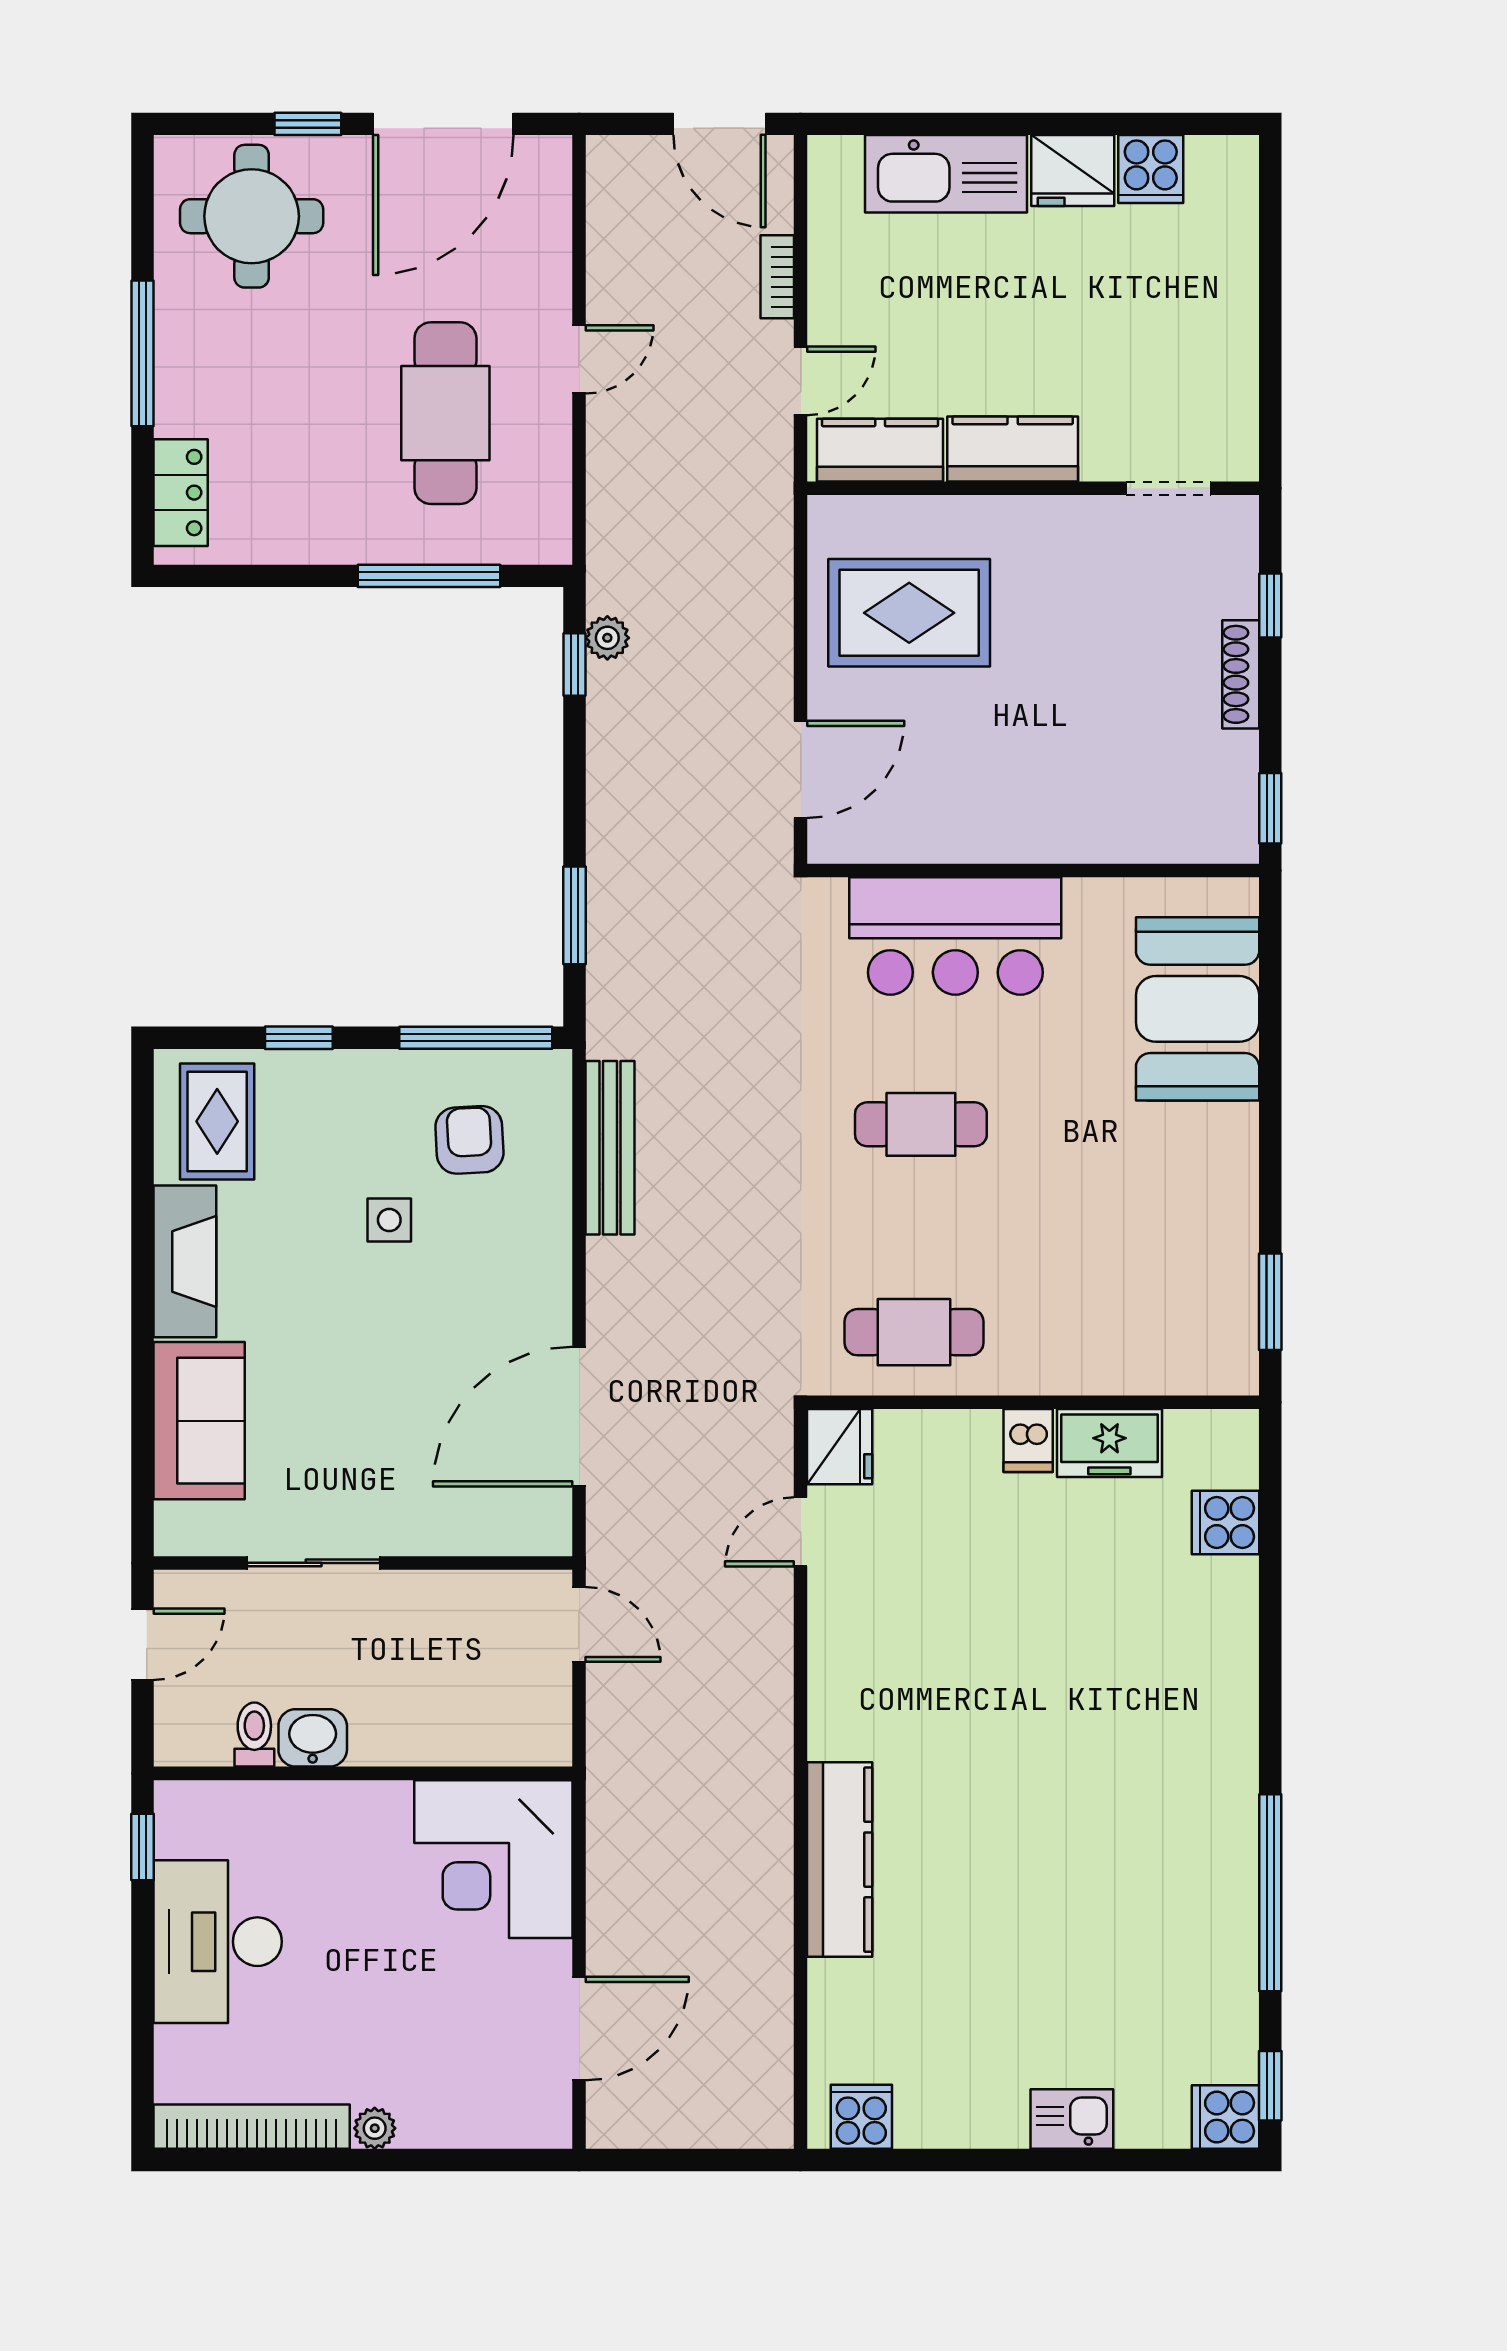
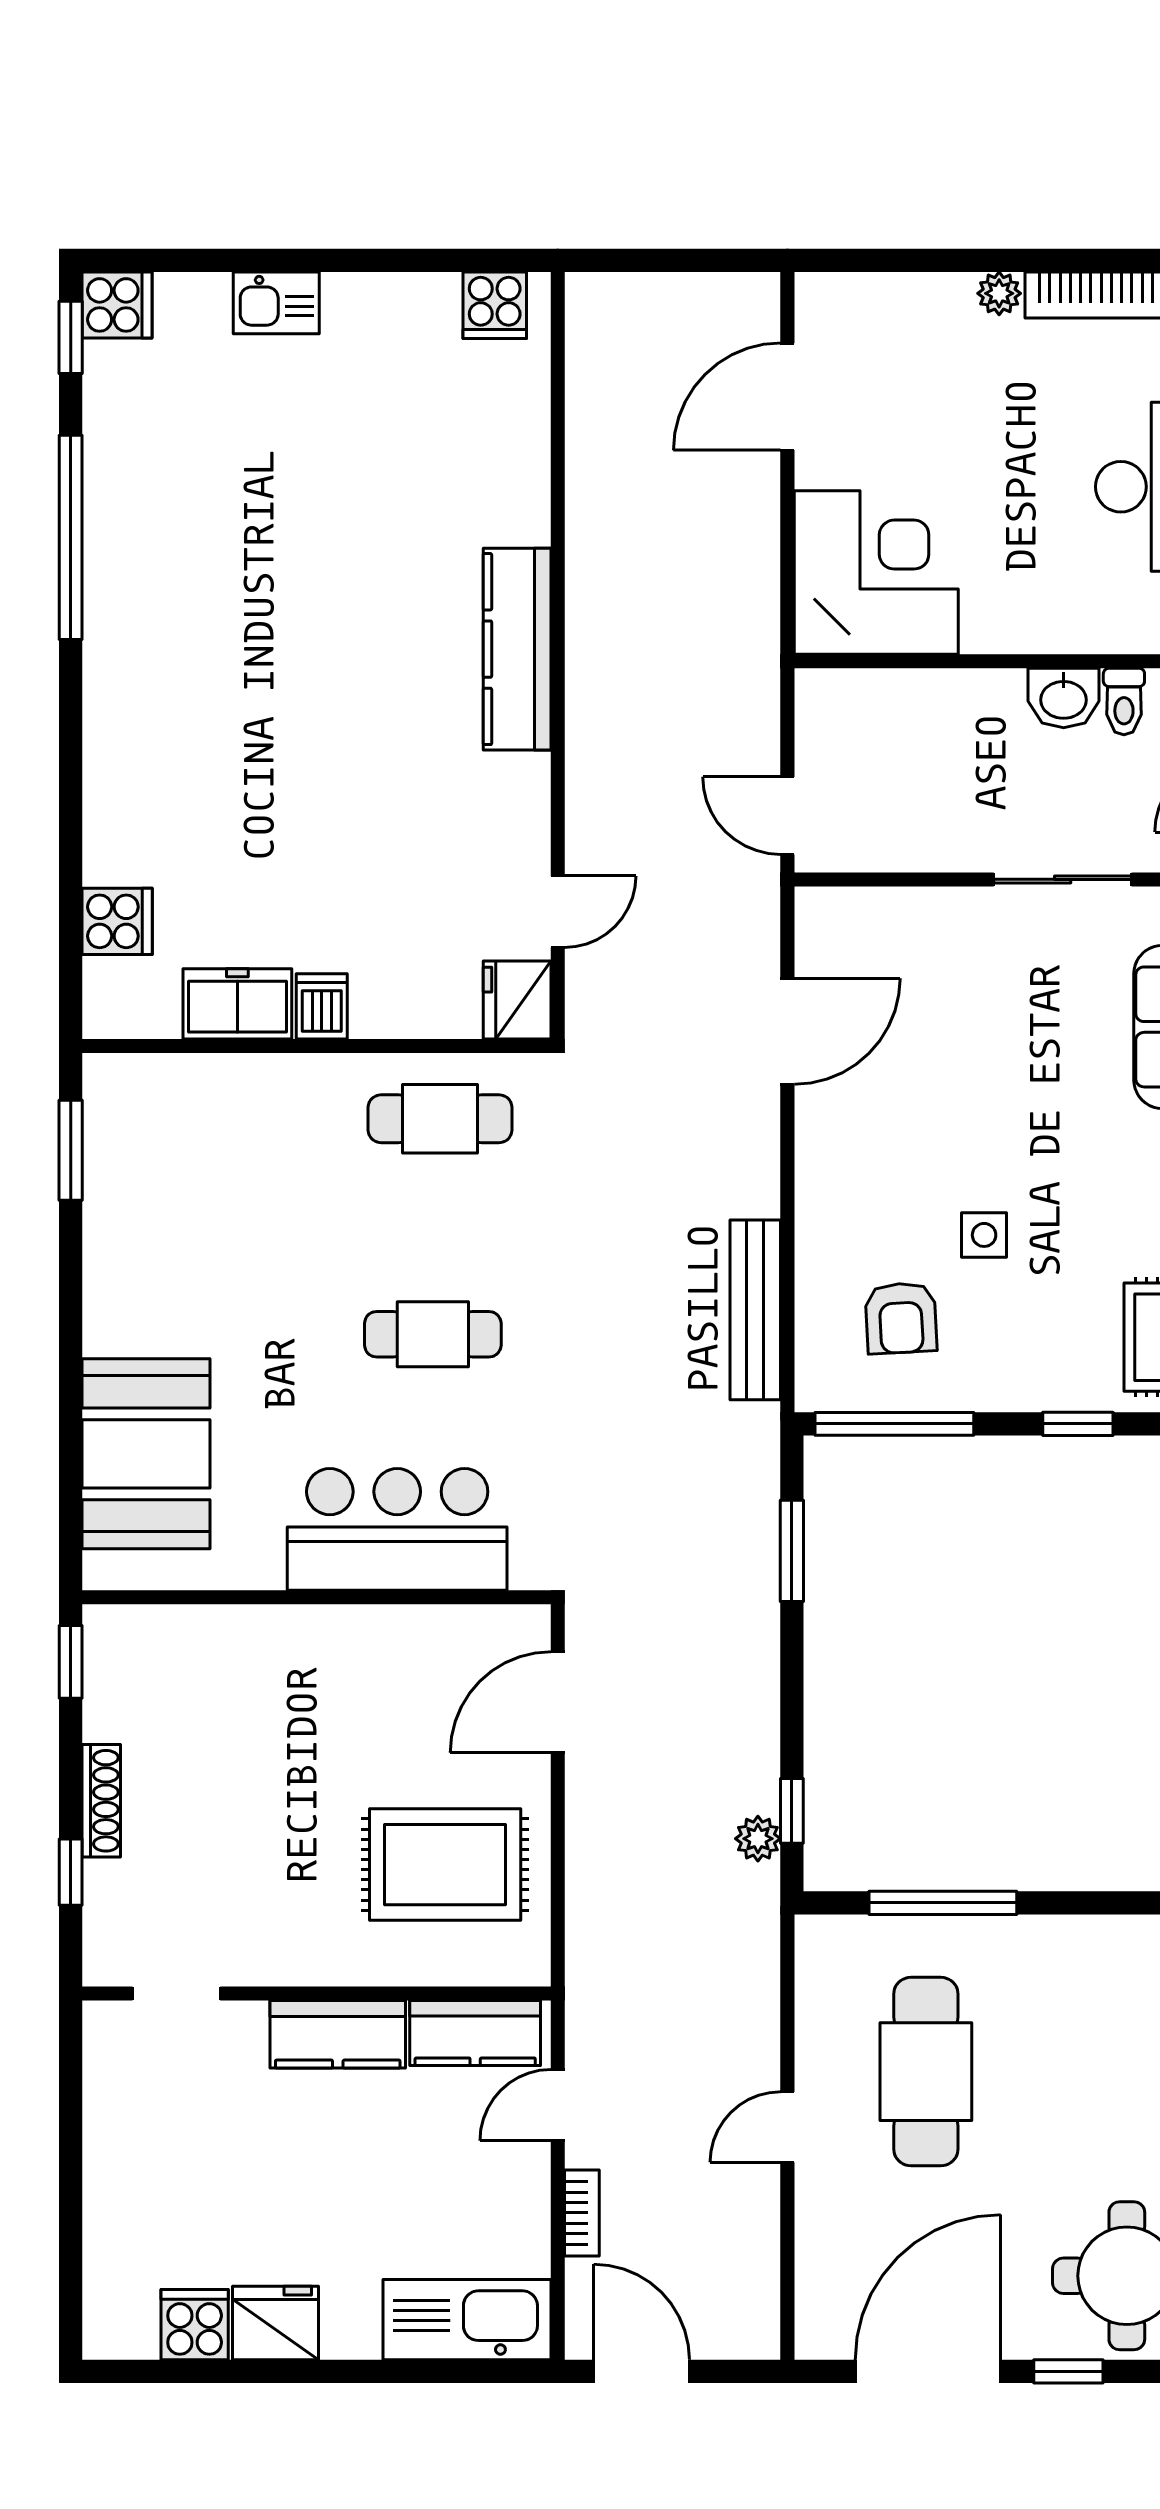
kitchen sink: (946, 174) -> (467, 2320), moved
door: (579, 1417) -> (787, 1031), width x0.73
kitchen counter: (840, 1860) -> (517, 649), moved

